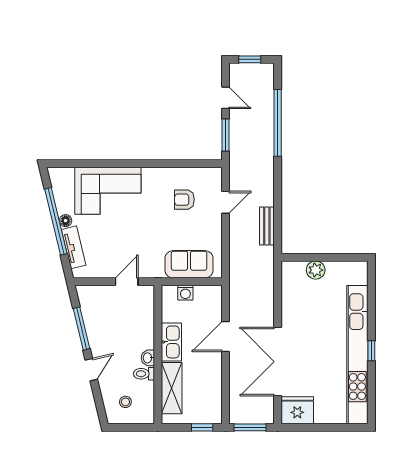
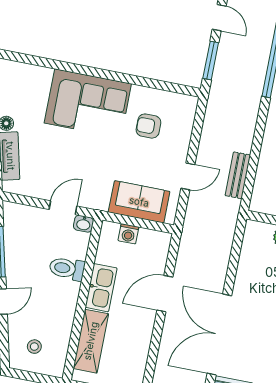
corner sofa: (108, 191) -> (88, 103), moved
door: (226, 202) -> (188, 176), moved
washbasin: (148, 358) -> (84, 224), moved, turned -90
toilet: (144, 374) -> (67, 269), moved, width x1.37, depth x1.39

